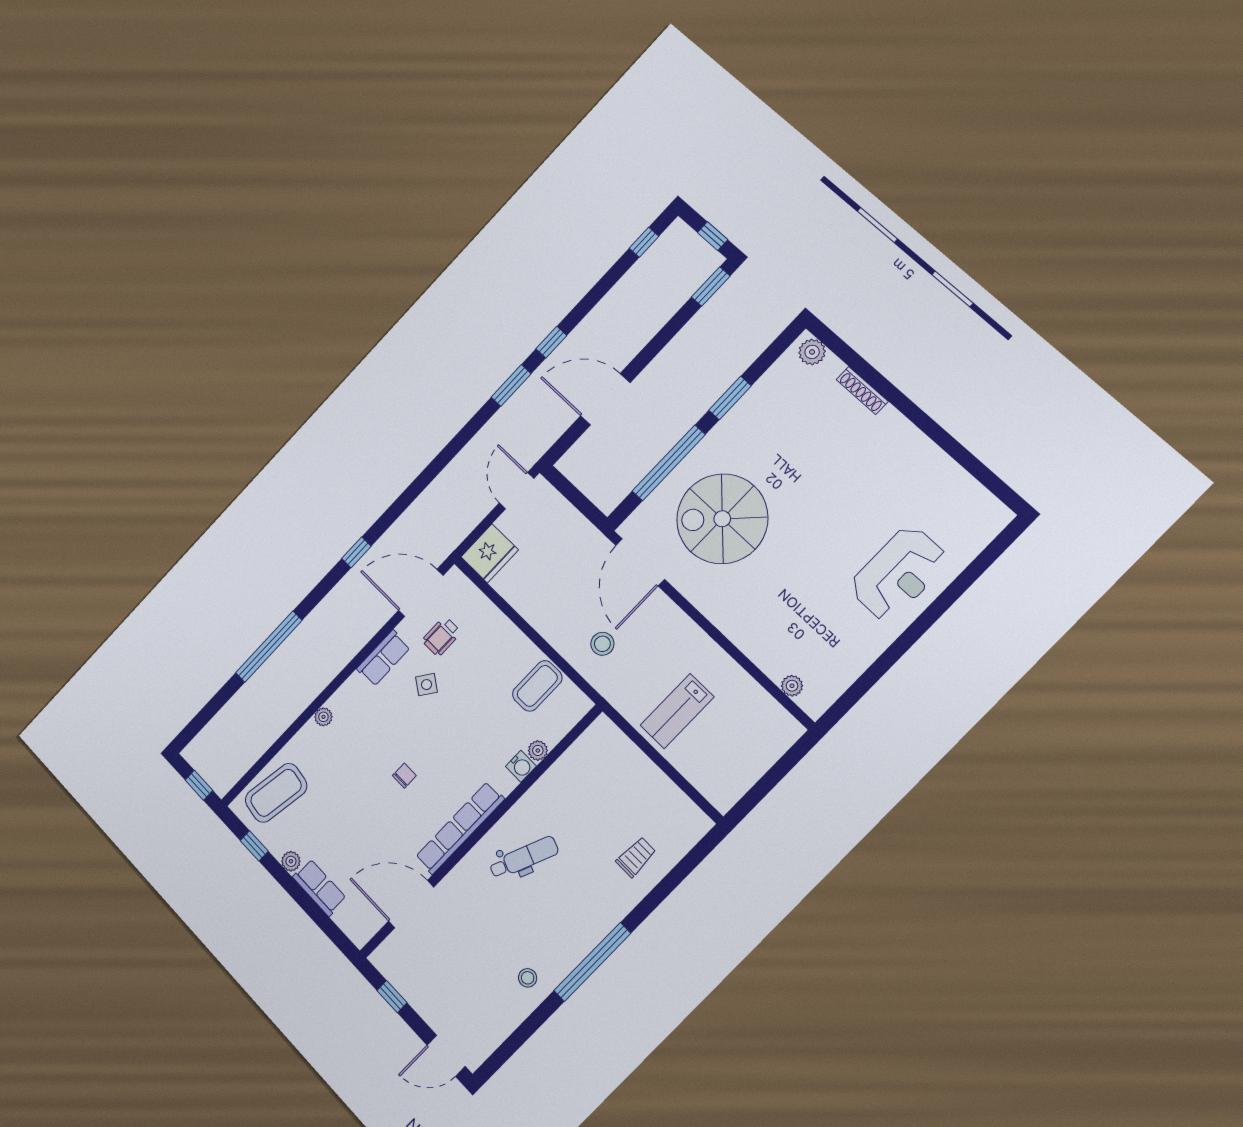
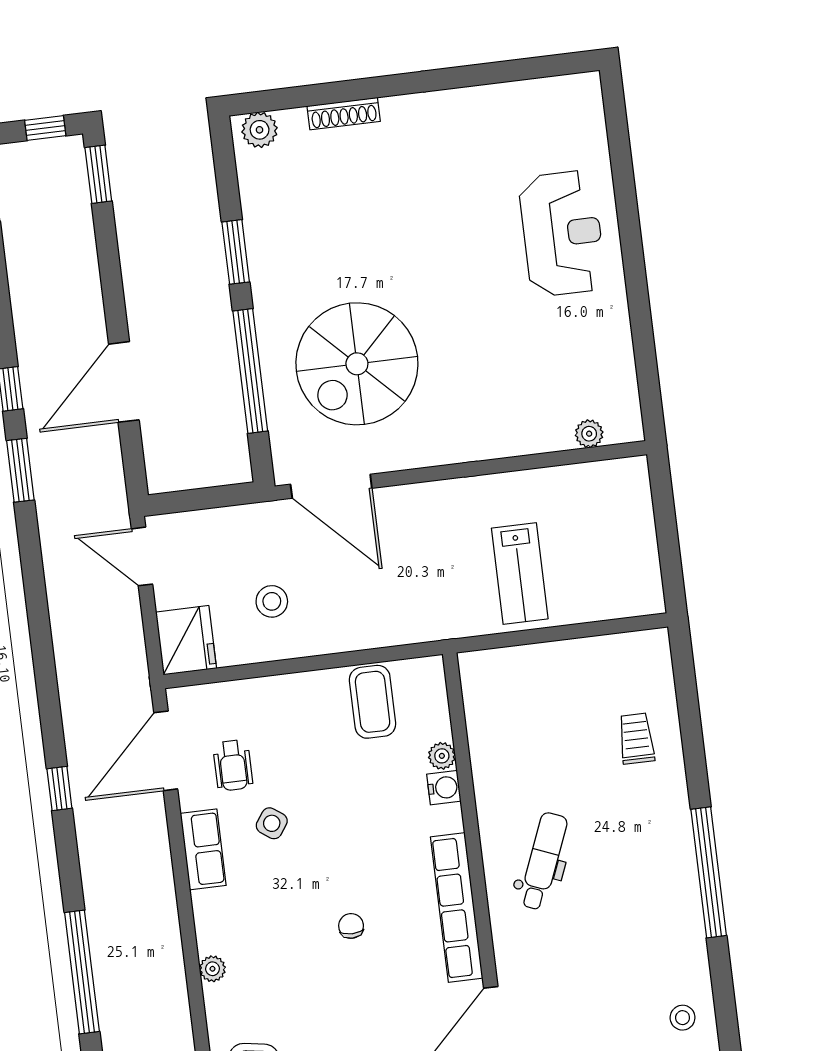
stool: (602, 644) -> (272, 601), moved
stool: (528, 978) -> (683, 1018), moved

